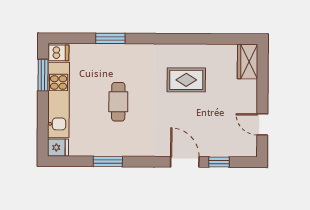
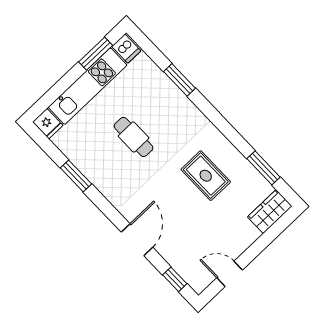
window: (216, 39) -> (264, 168), added
cafe table: (118, 102) -> (134, 137), turned 90
door: (262, 124) -> (230, 274), hinge flipped
window: (219, 162) -> (175, 279), moved

